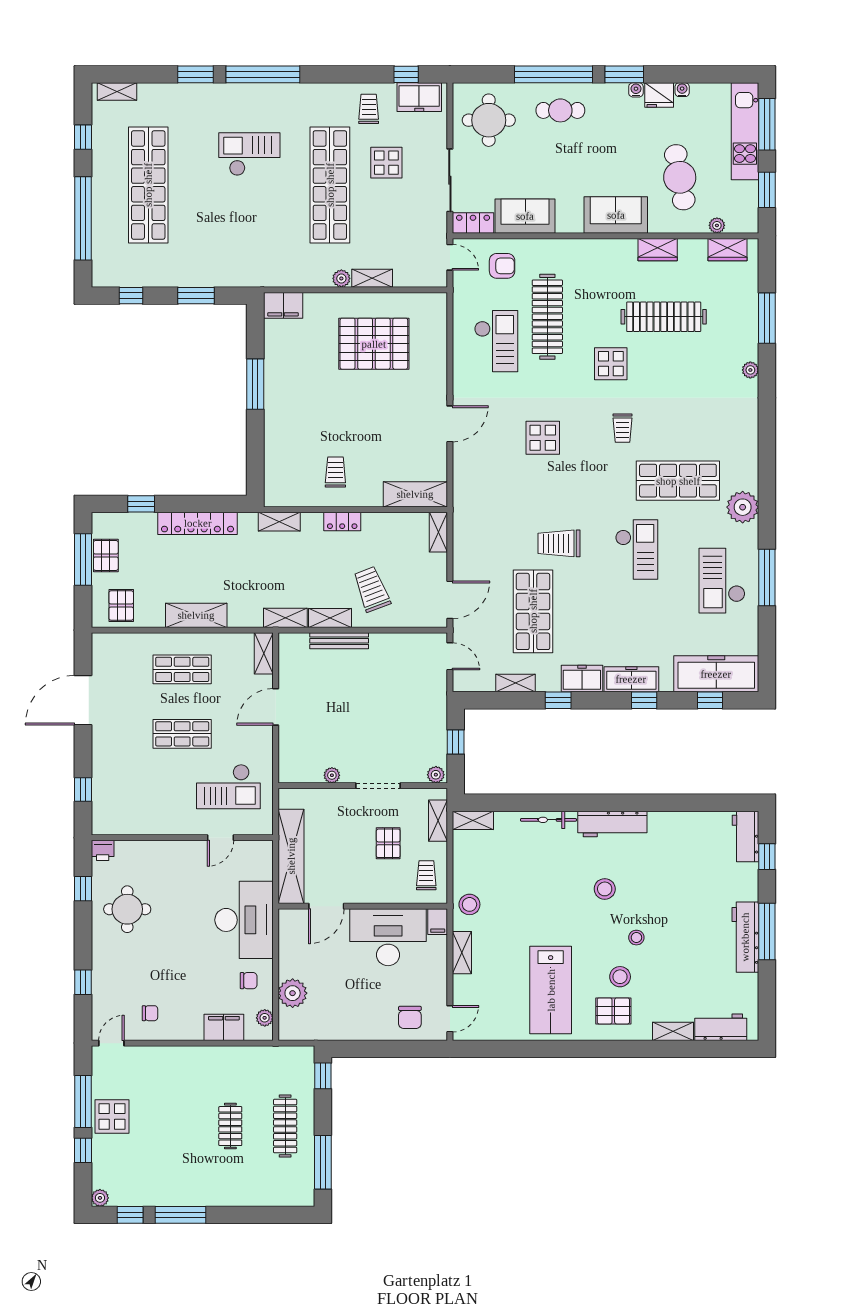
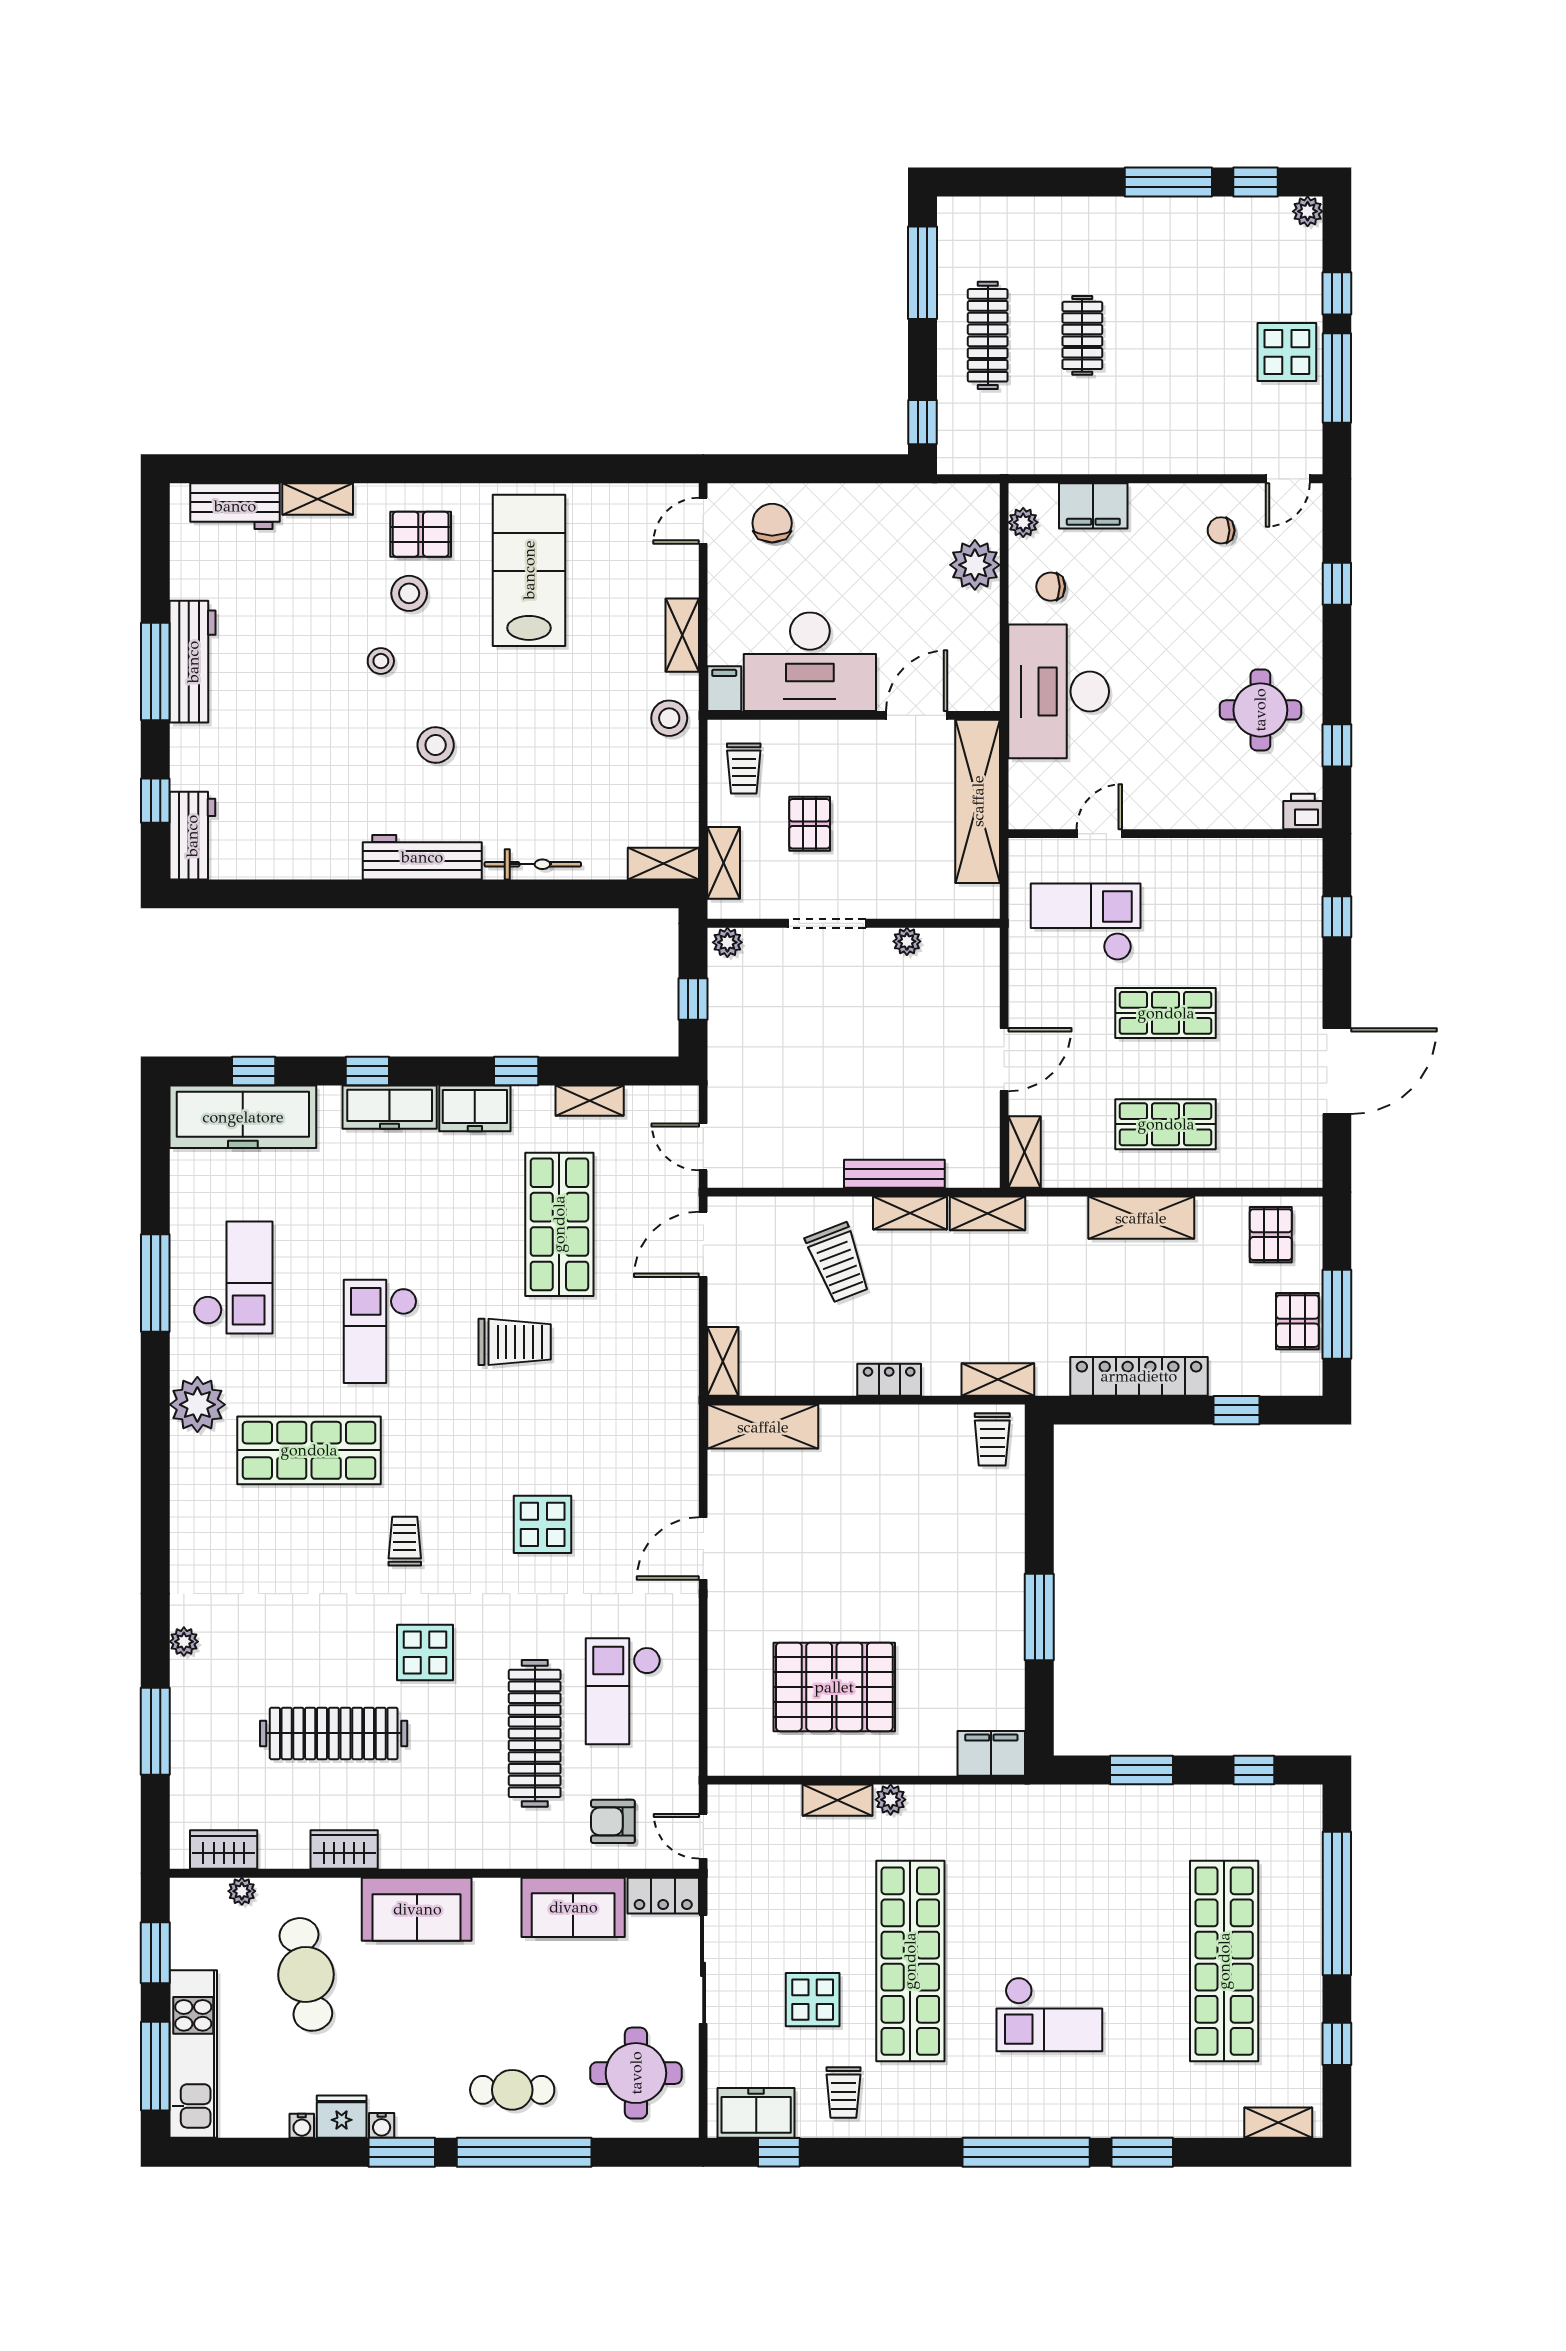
trolley: (335, 472) -> (992, 1439), moved

